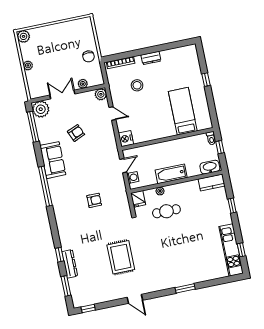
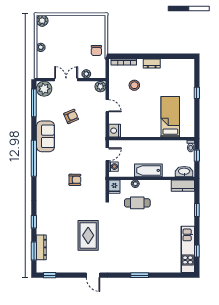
dresser: (70, 264) -> (41, 247), moved

